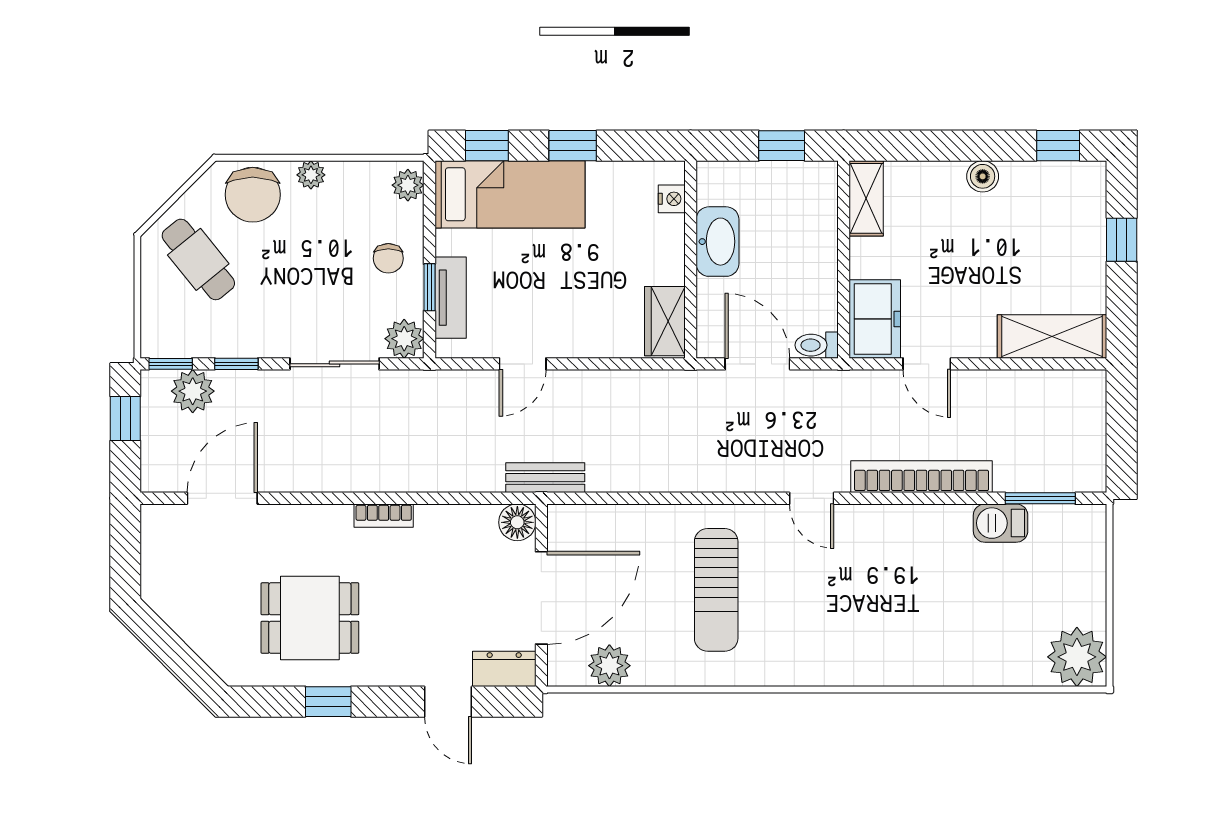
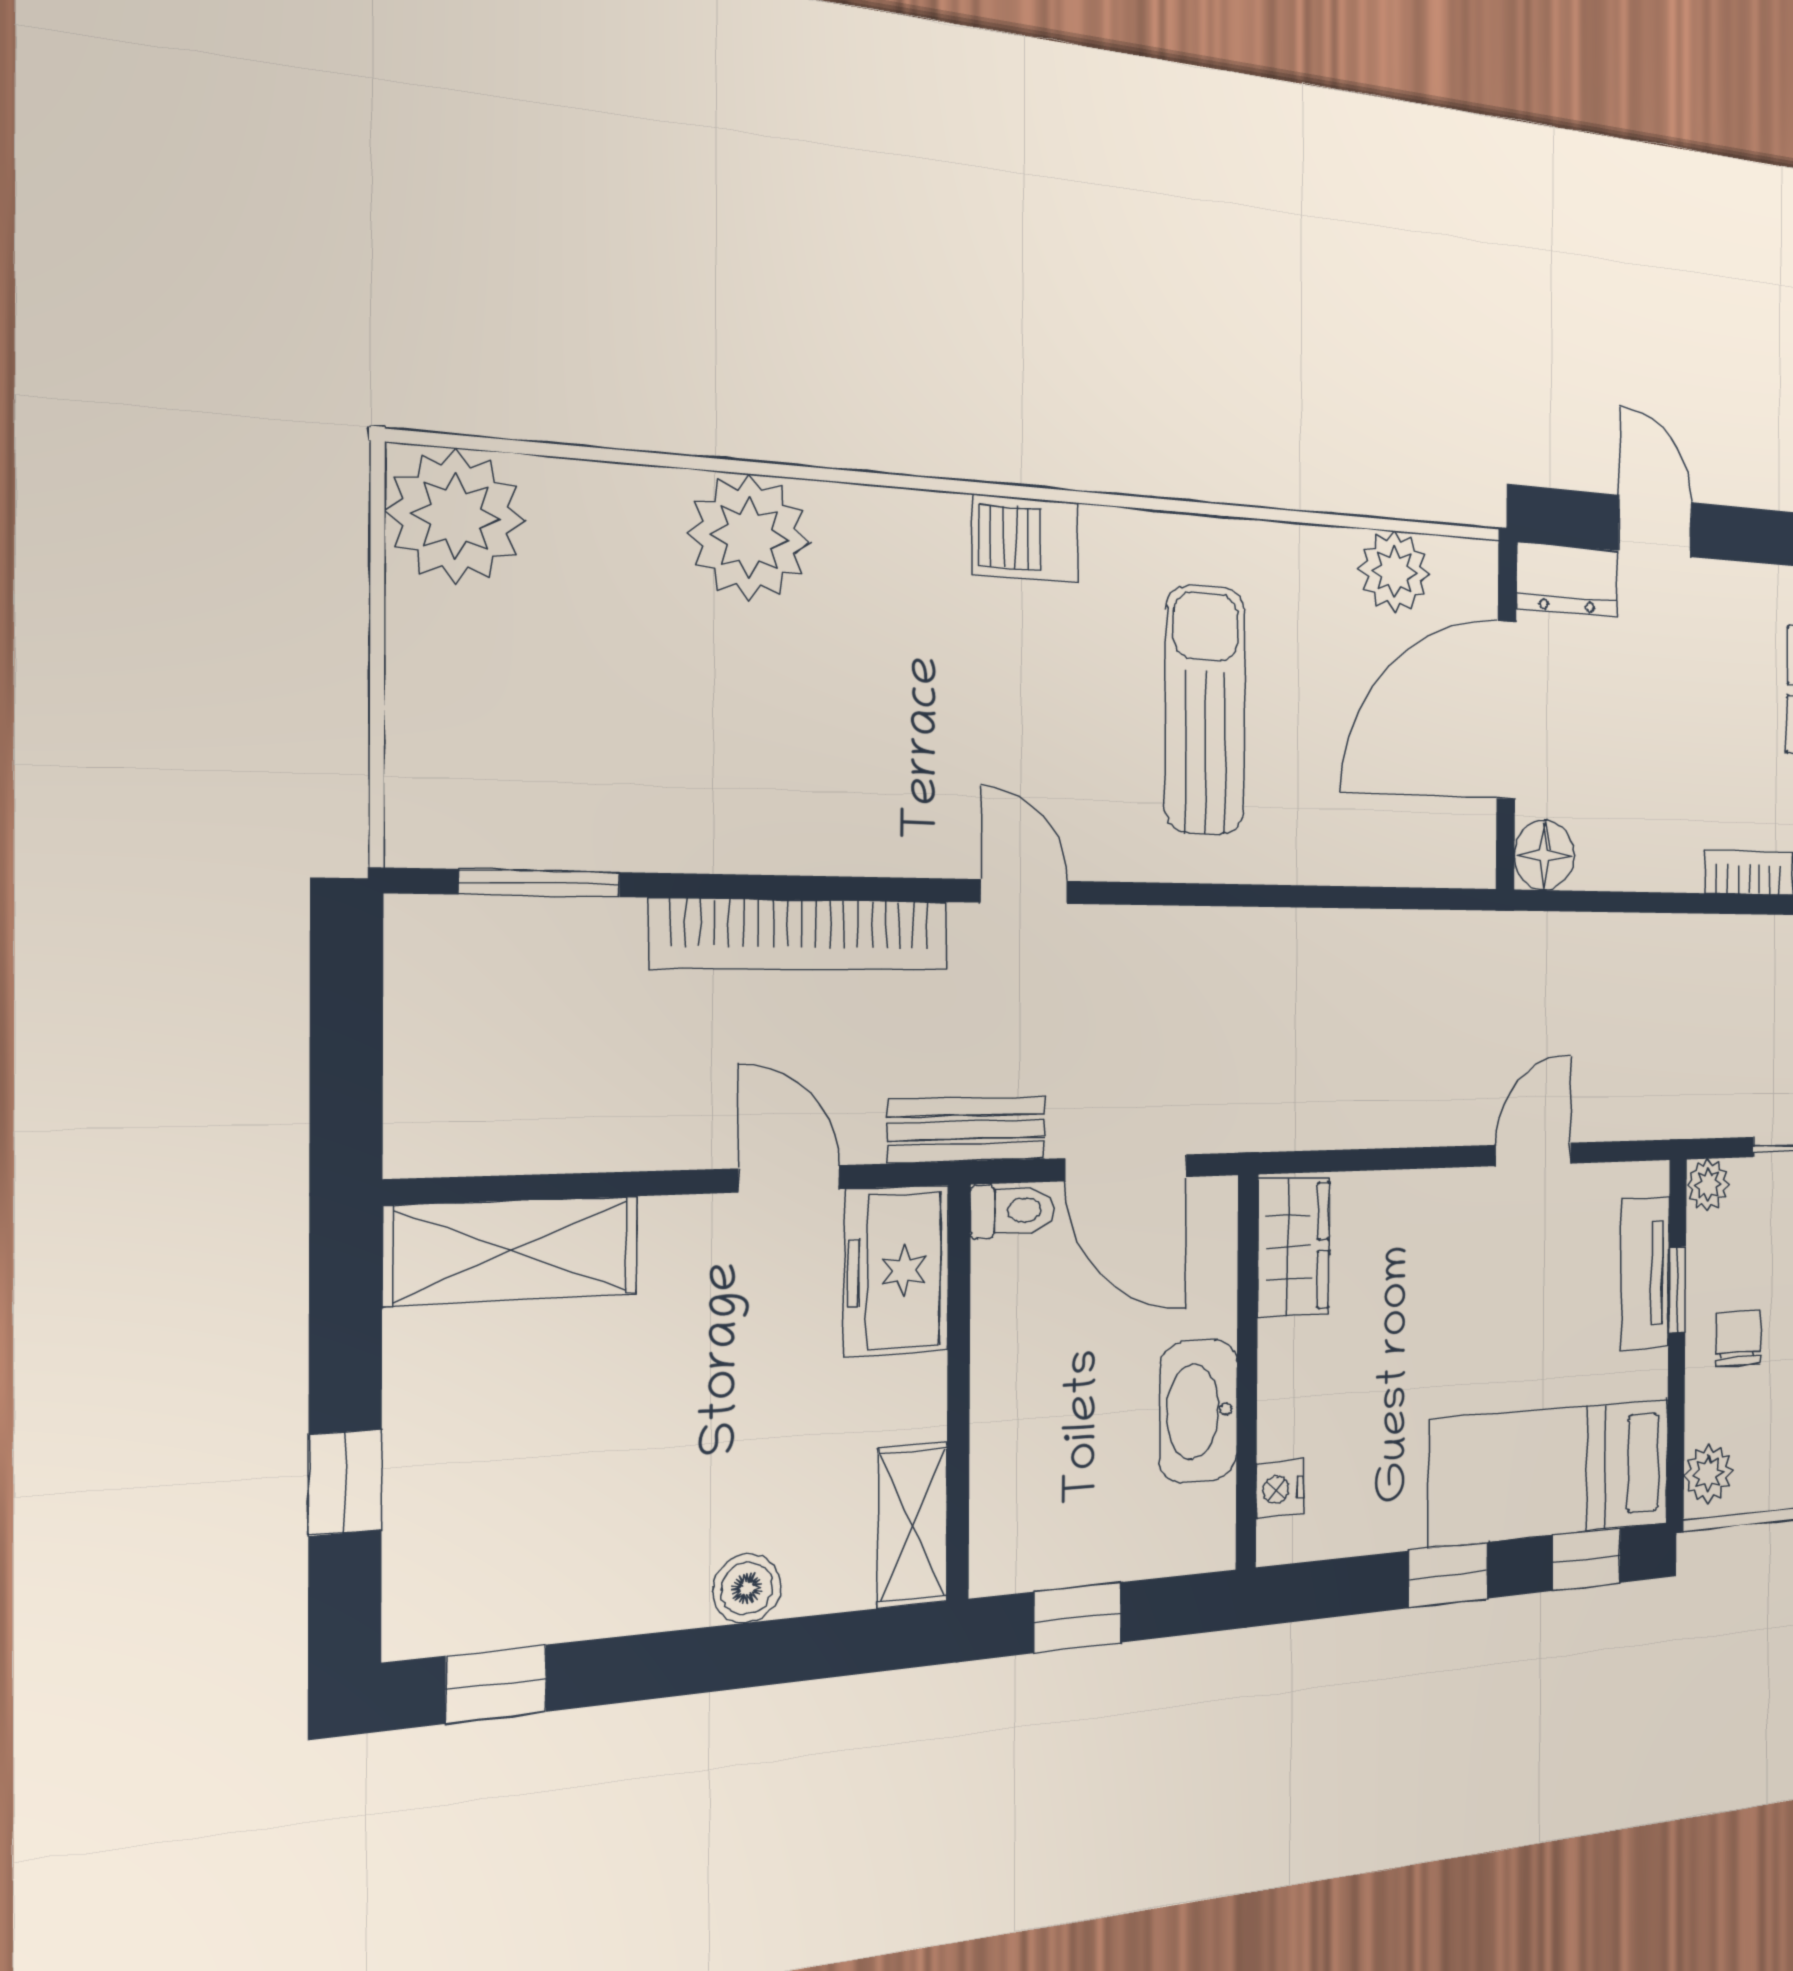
boiler: (983, 176) -> (747, 1588), moved
plant: (404, 339) -> (1708, 1185), width x0.73, depth x0.73
bench: (545, 478) -> (967, 1130), moved
barbecue: (1001, 523) -> (1026, 539), moved, turned 180
plant: (947, 658) -> (749, 537), added

